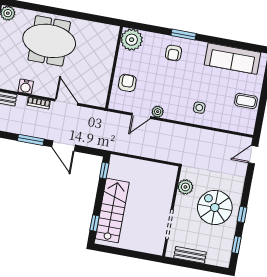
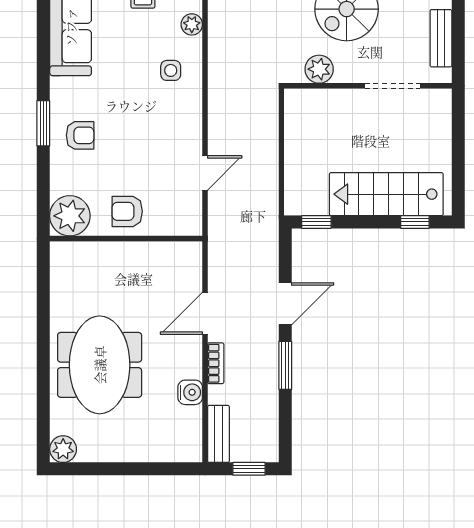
armchair: (127, 83) -> (127, 211), moved
plant: (158, 112) -> (192, 24), moved
door: (141, 116) -> (205, 173), hinge flipped

